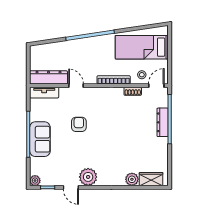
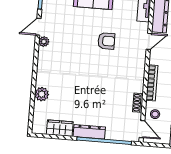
dresser: (163, 122) -> (89, 132), moved
plant: (88, 177) -> (44, 42), width x0.53, depth x0.53
wardrobe: (151, 179) -> (60, 128), moved, turned -90

